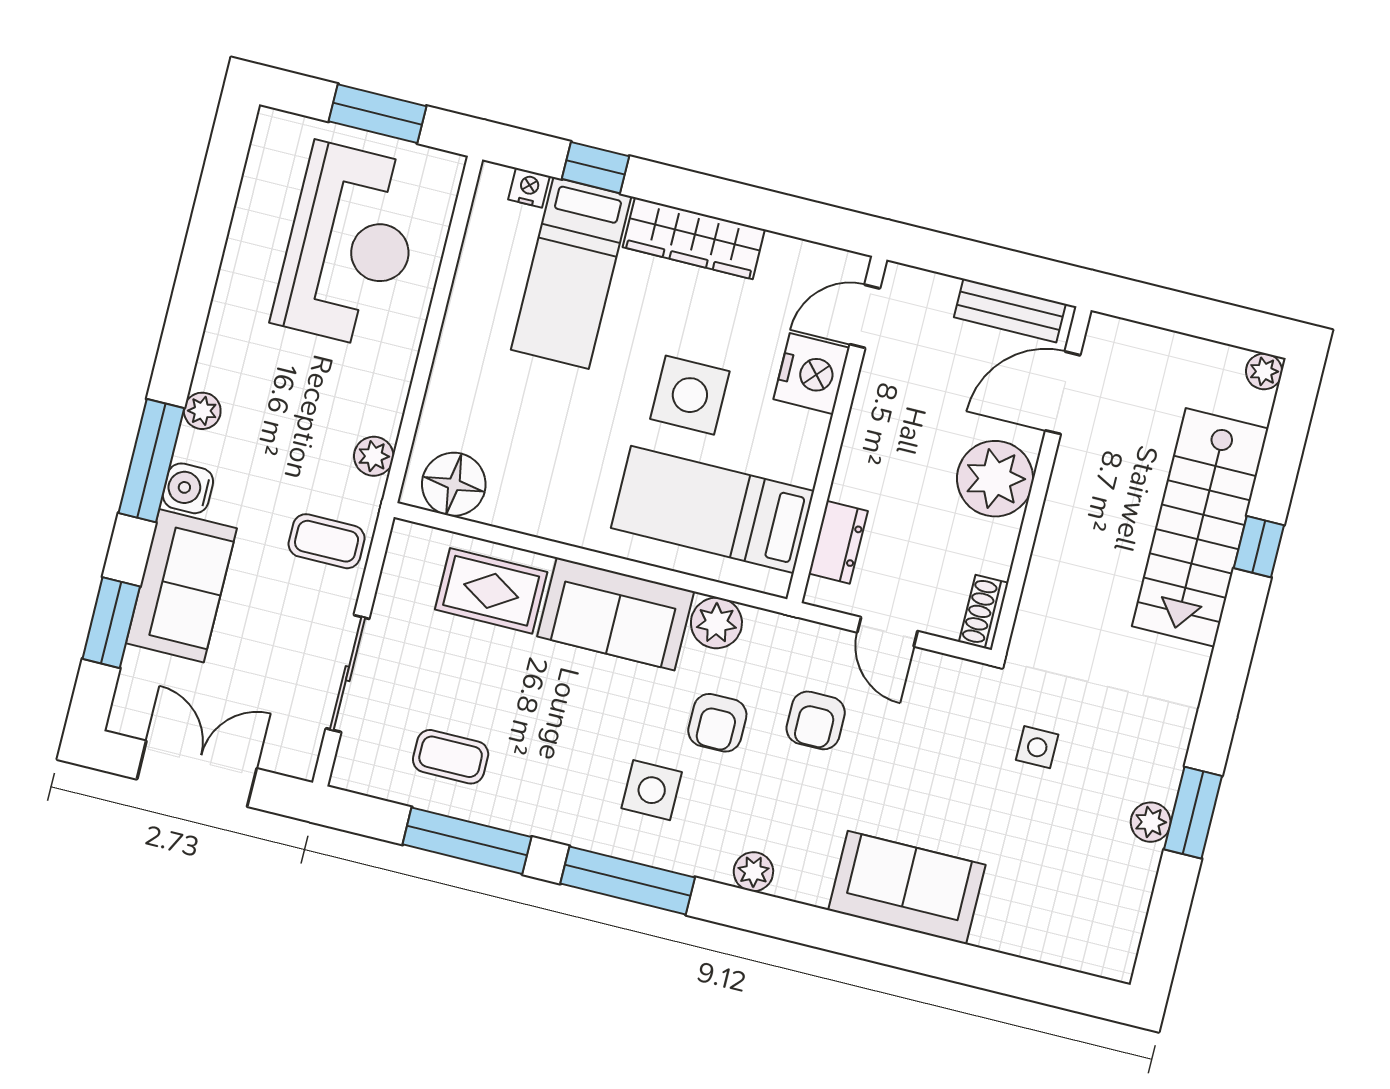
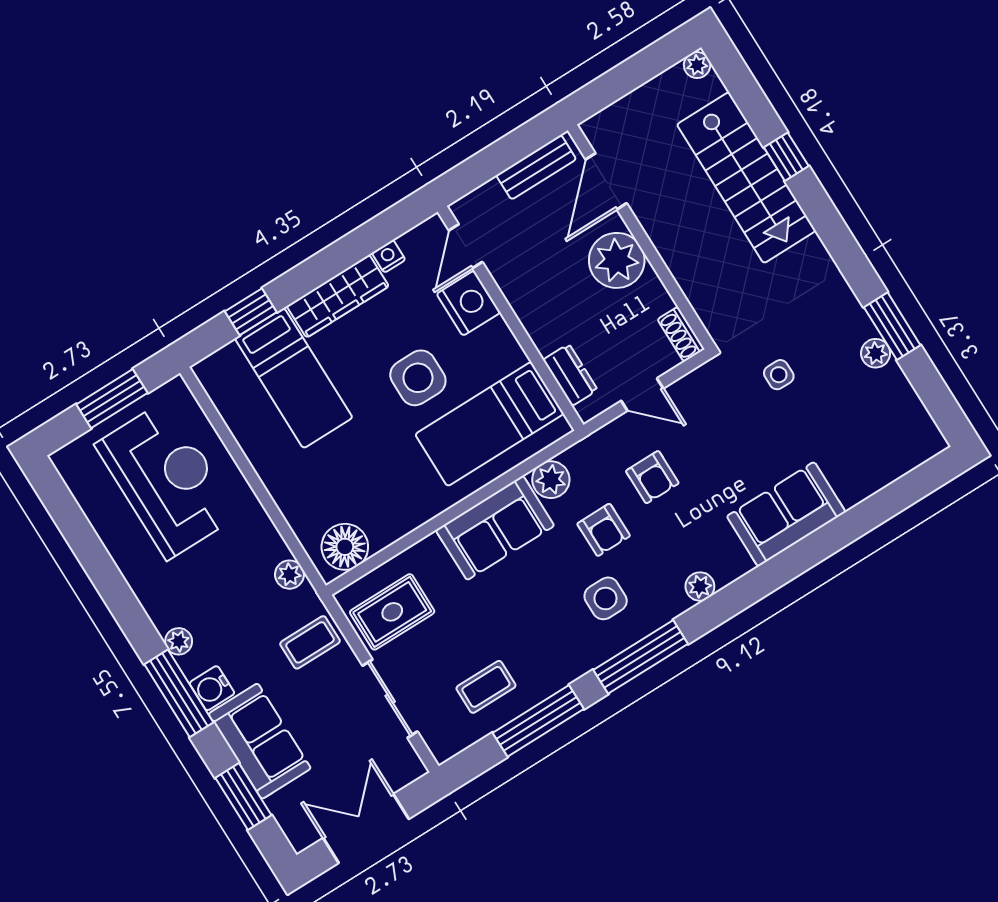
nightstand: (529, 188) -> (389, 256), moved
rug: (491, 591) -> (392, 612), moved

